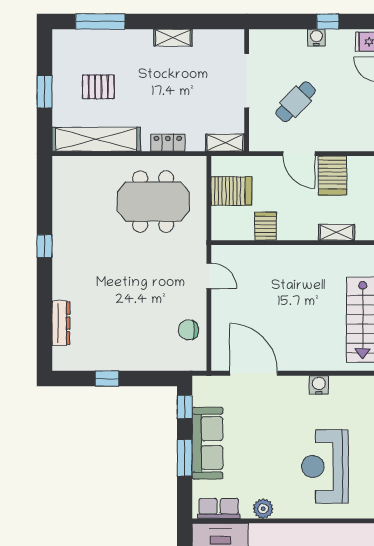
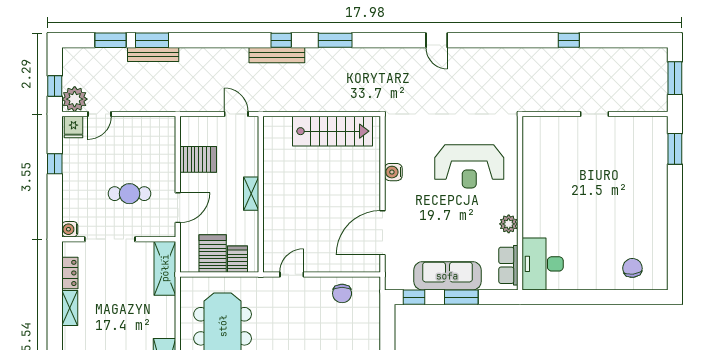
water cooler: (316, 38) -> (70, 229), moved
cafe table: (296, 102) -> (130, 194), turned -44
locker: (168, 143) -> (70, 273), moved, turned 180
shelving: (225, 143) -> (165, 268), width x1.50, depth x1.33
door: (299, 154) -> (178, 208), moved
server rack: (266, 226) -> (238, 259), moved, turned 90
shelving: (337, 232) -> (251, 194), moved

